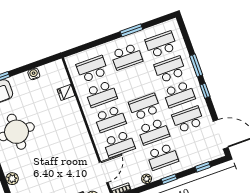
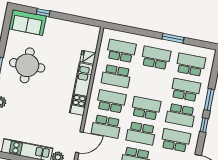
school desk: (127, 57) -> (156, 58), turned 180
water cooler: (34, 74) -> (70, 26), removed
school desk: (110, 119) -> (111, 101), turned 180
kitchen unit: (77, 124) -> (81, 89), added

